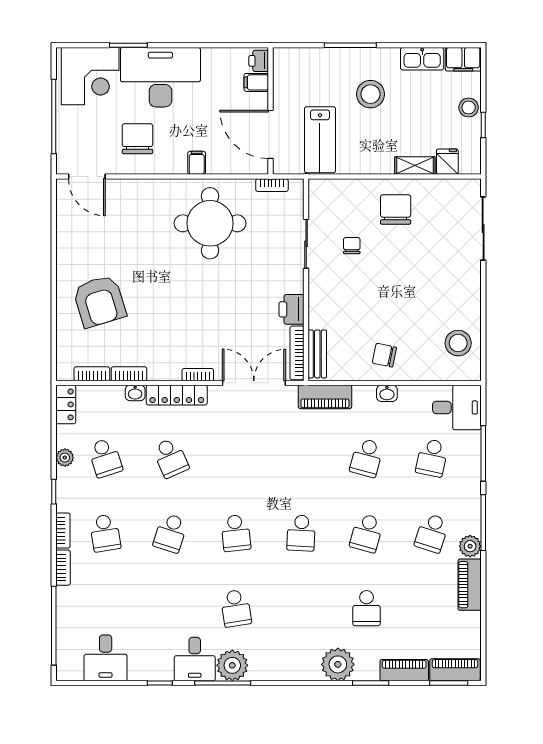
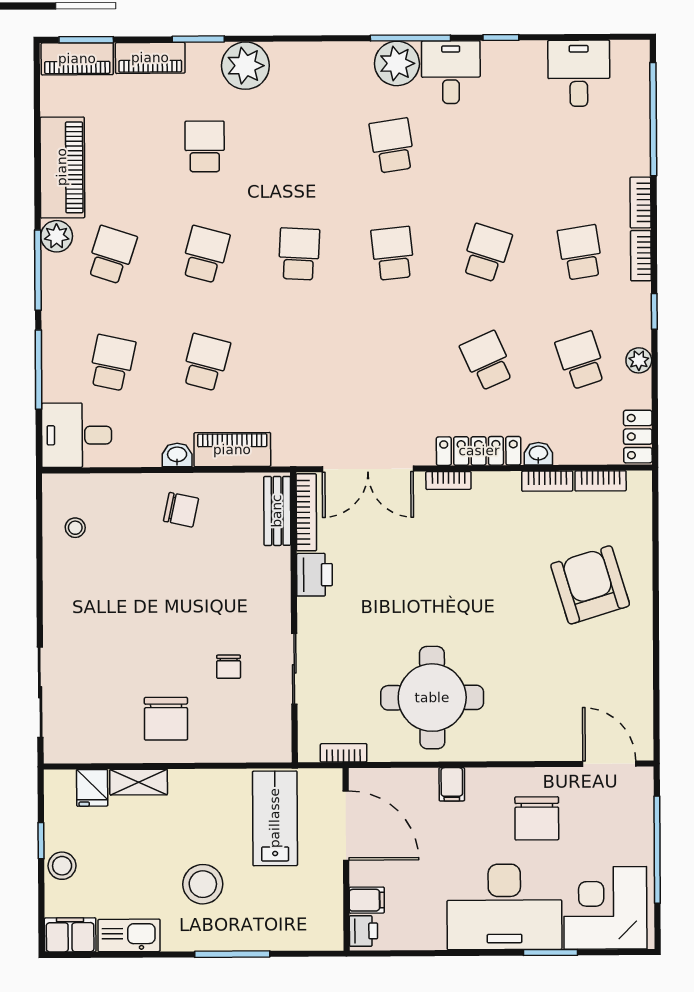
stool: (458, 343) -> (75, 528), width x0.53, depth x0.53
piano: (325, 397) -> (232, 450), moved
piano: (470, 585) -> (62, 167), width x1.37, depth x1.33

